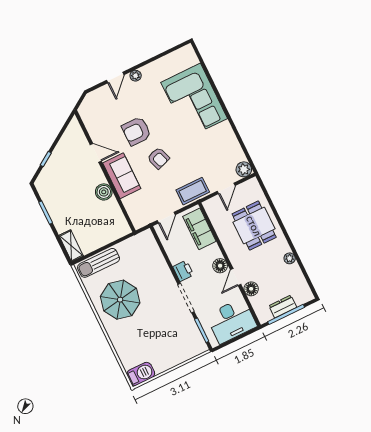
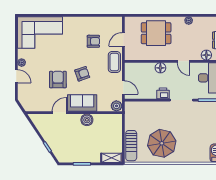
corner sofa: (194, 100) -> (40, 32), moved
armchair: (136, 131) -> (58, 80), turned 180
armchair: (206, 152) -> (93, 41), added
plant: (244, 169) -> (116, 106), moved
door: (226, 188) -> (123, 39), swing flipped
filing cabinet: (199, 229) -> (141, 70), removed
floor lamp: (220, 266) -> (160, 68), moved
floor lamp: (251, 289) -> (206, 55), moved

